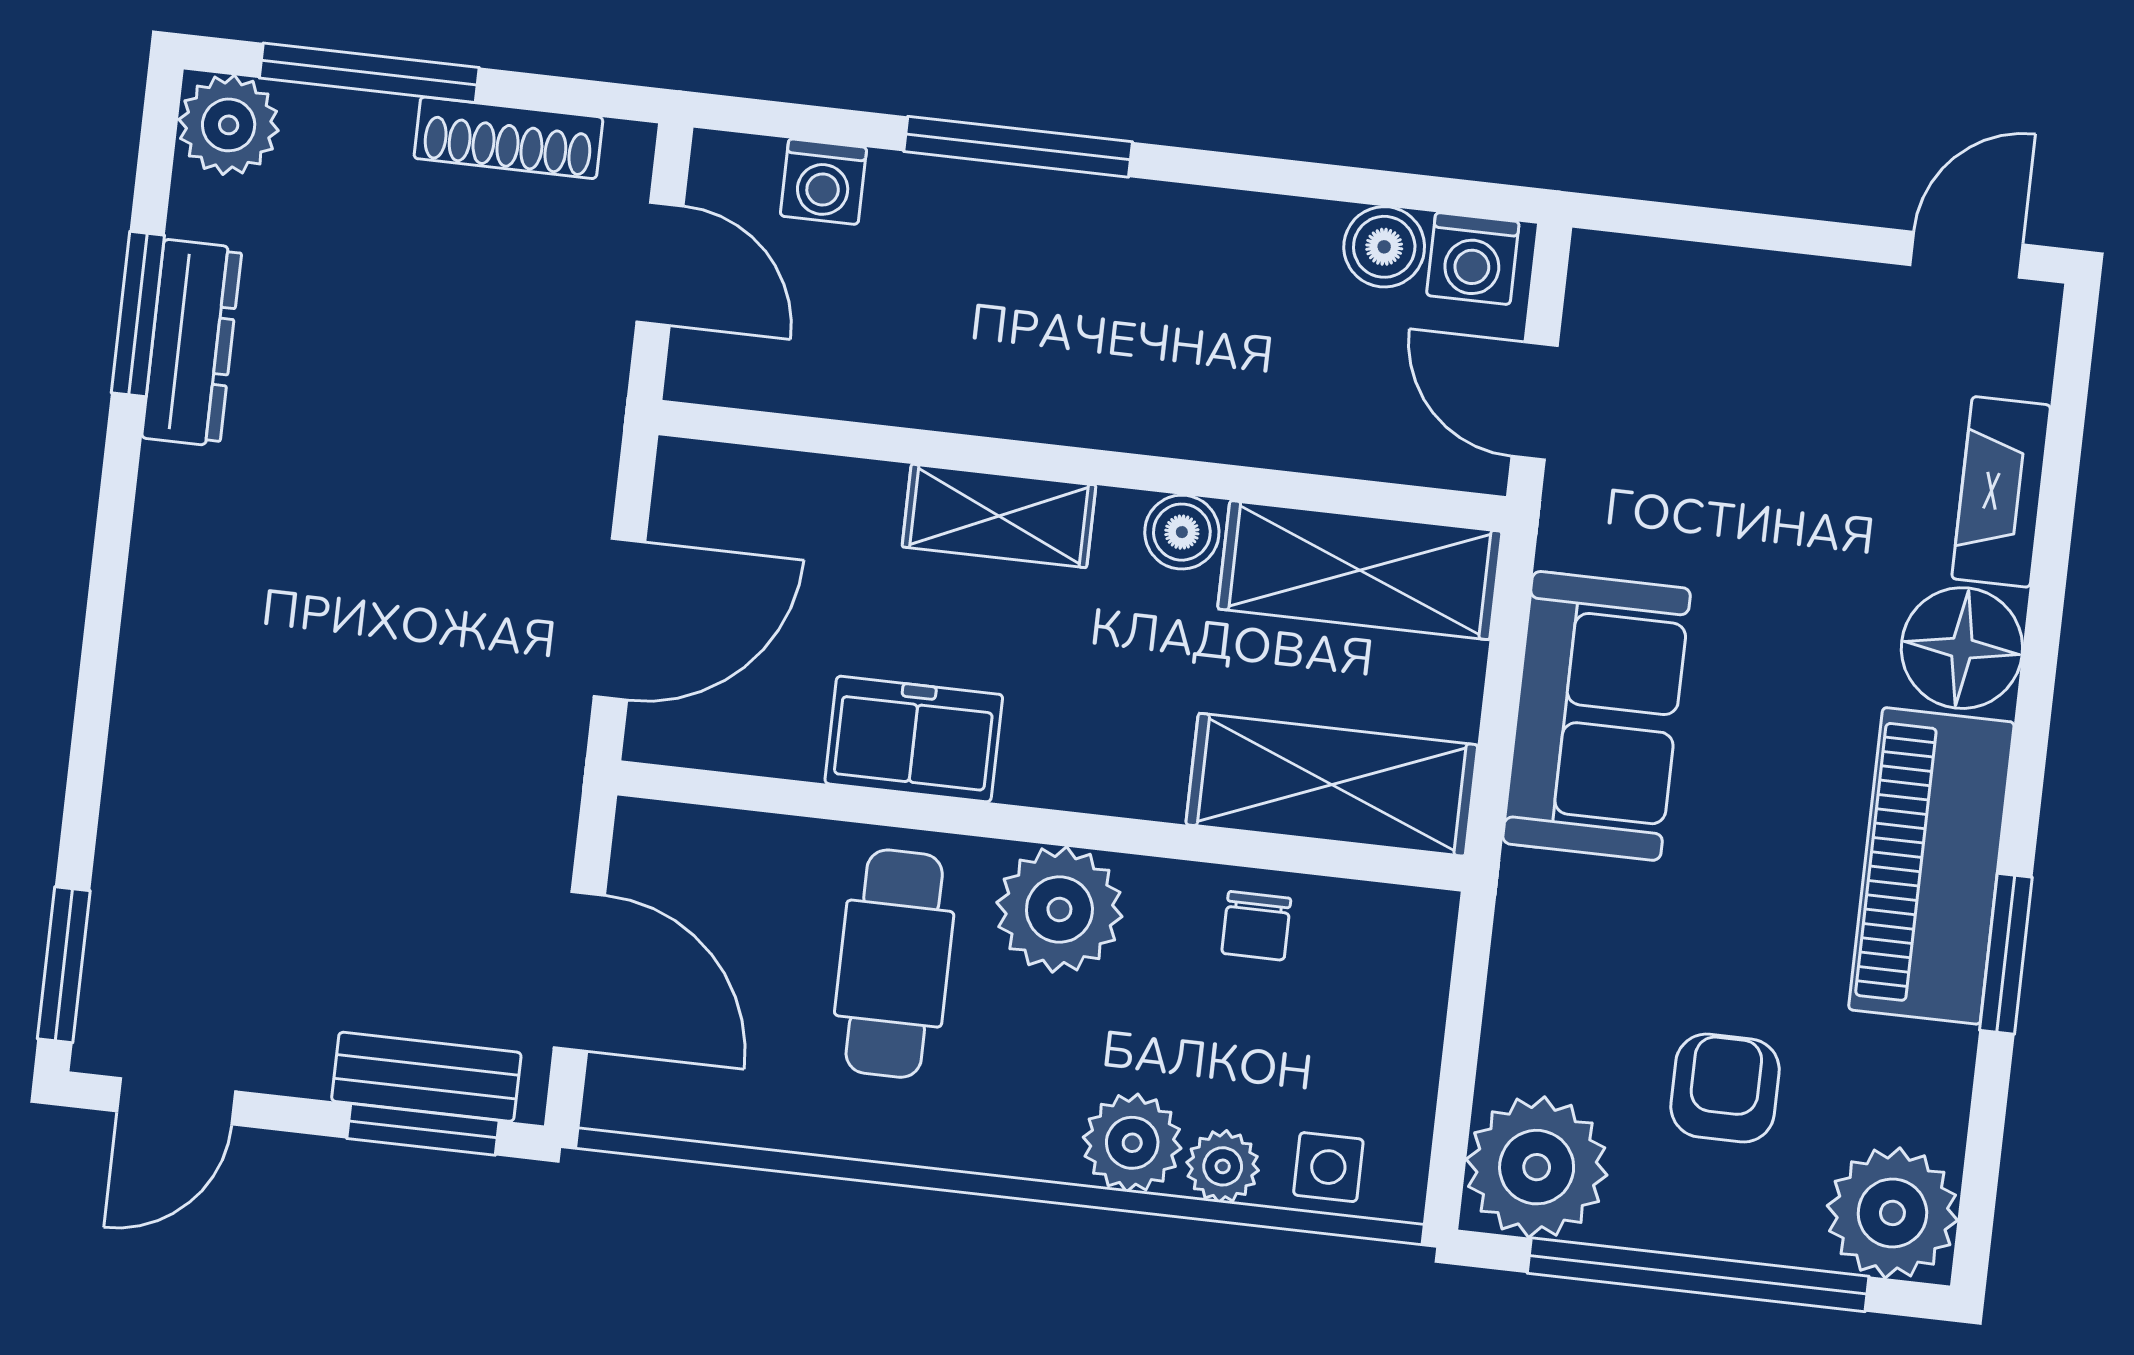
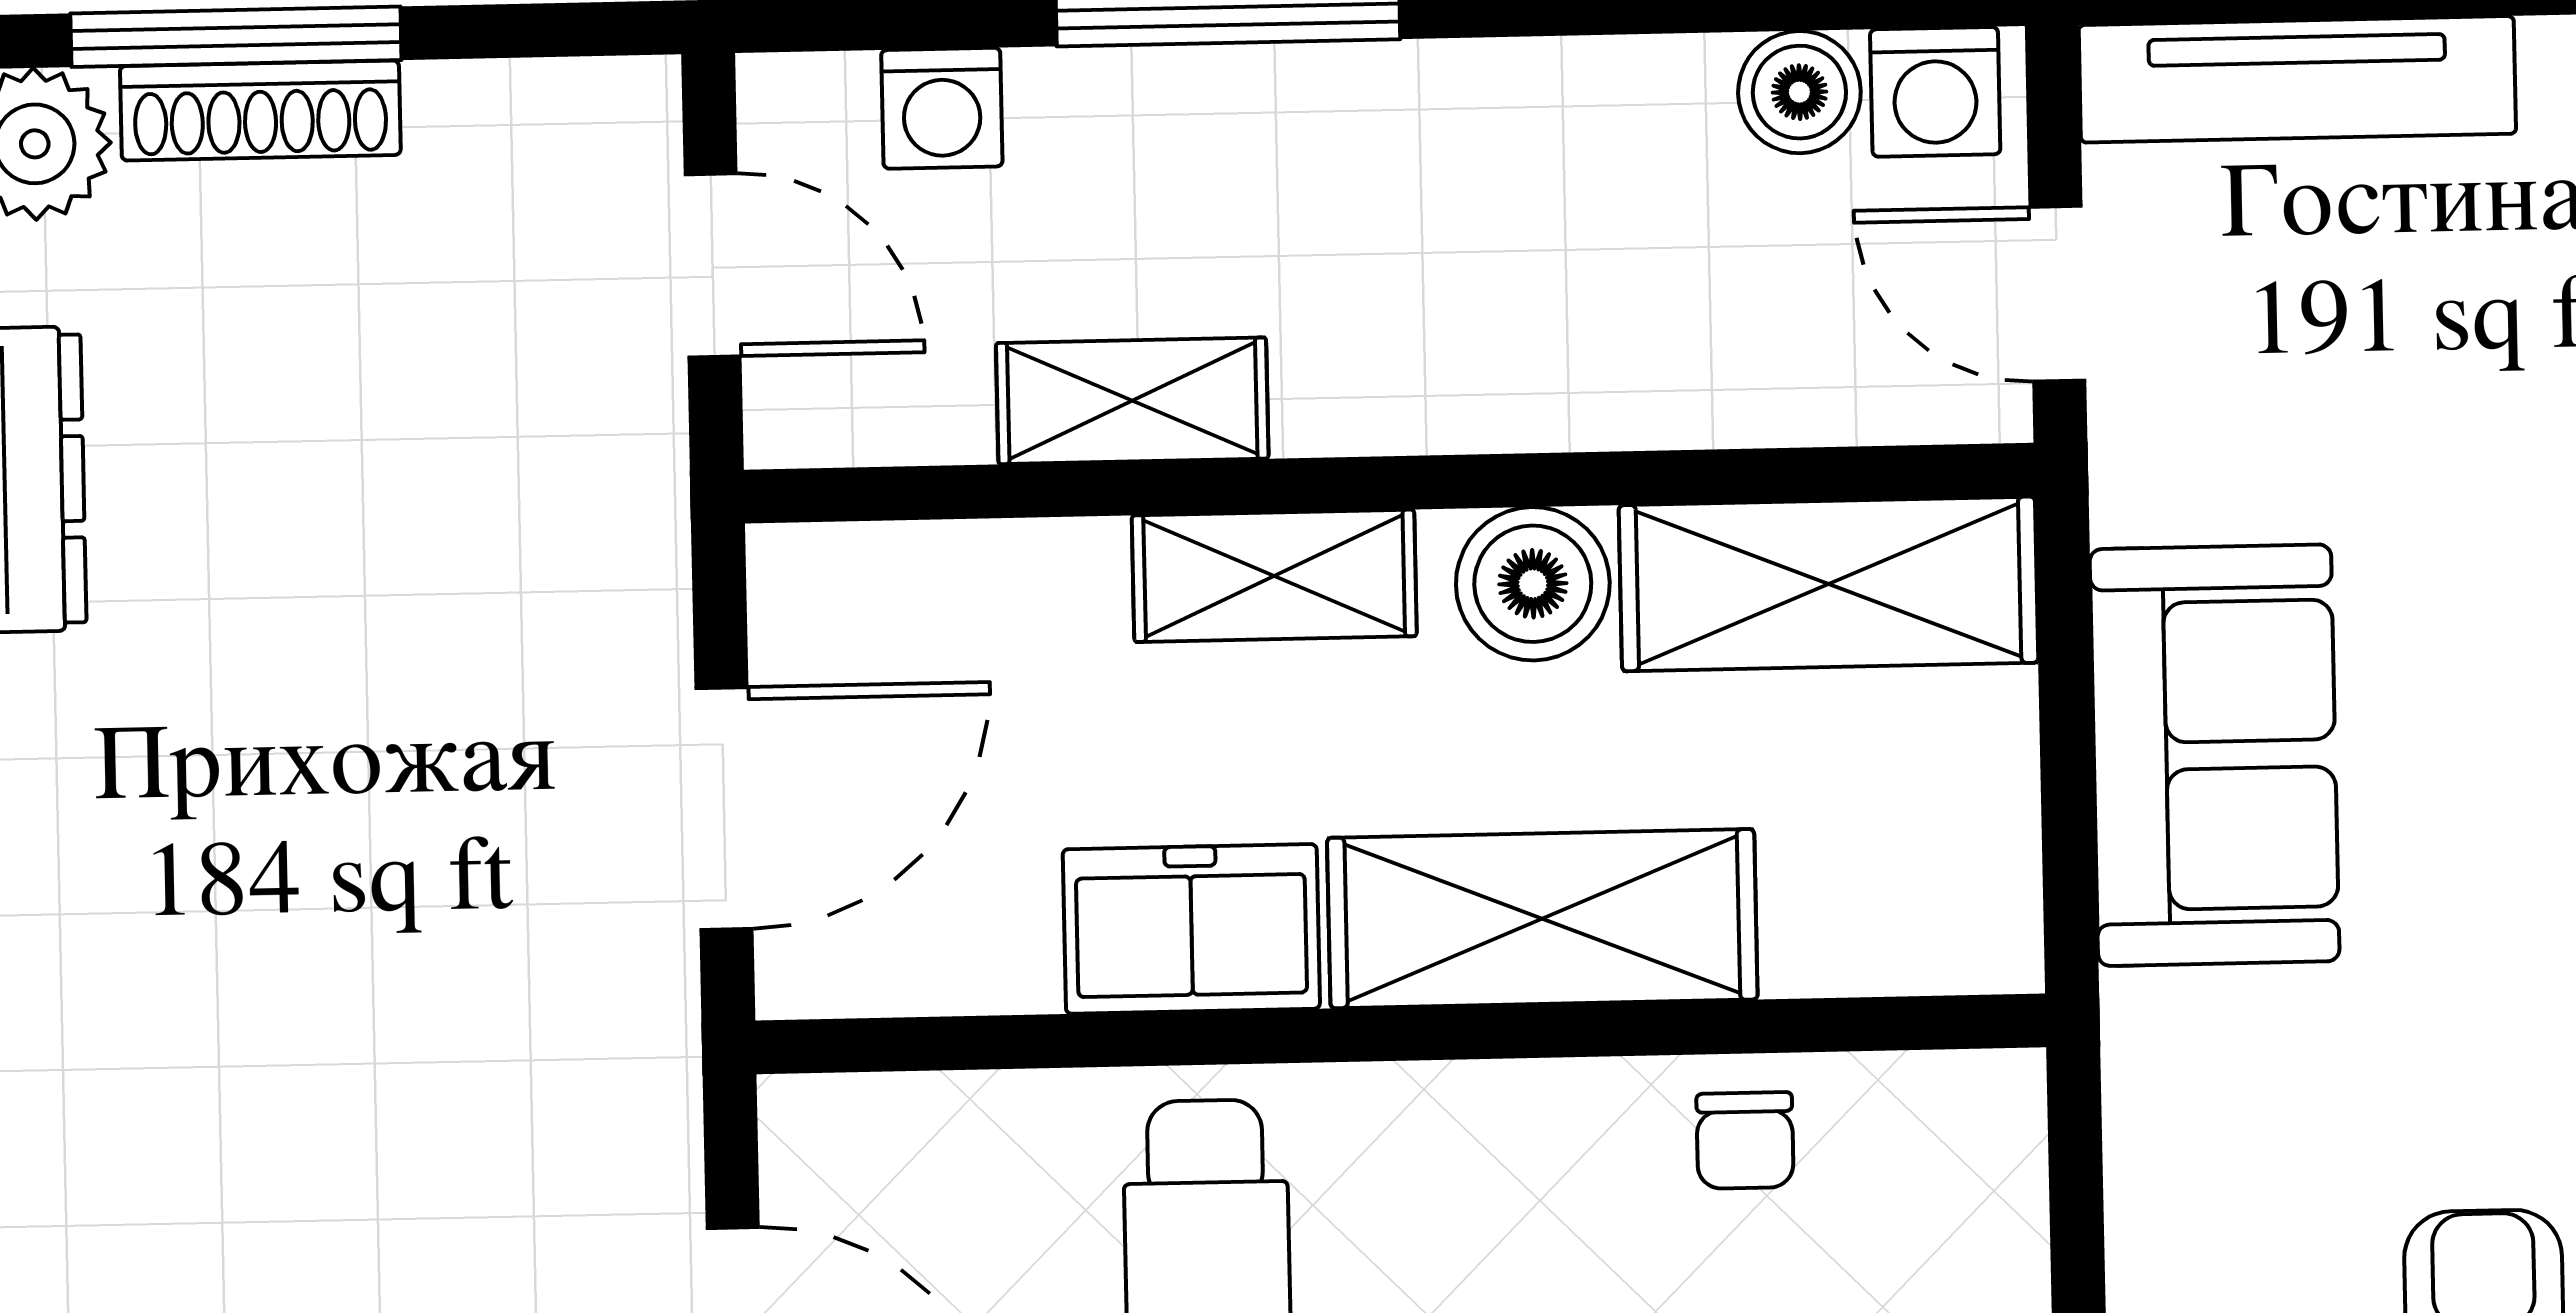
shoe rack: (508, 138) -> (260, 110), moved
tv unit: (1710, 282) -> (2297, 79), added
shelving: (922, 389) -> (1132, 401), added
boiler: (1182, 532) -> (1533, 584), width x1.36, depth x1.36
shelving: (1332, 785) -> (1542, 919), moved
plant: (1059, 909) -> (1445, 1156), removed

